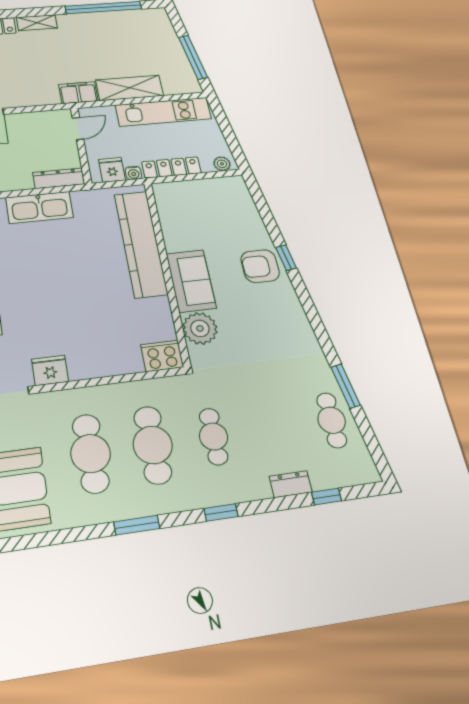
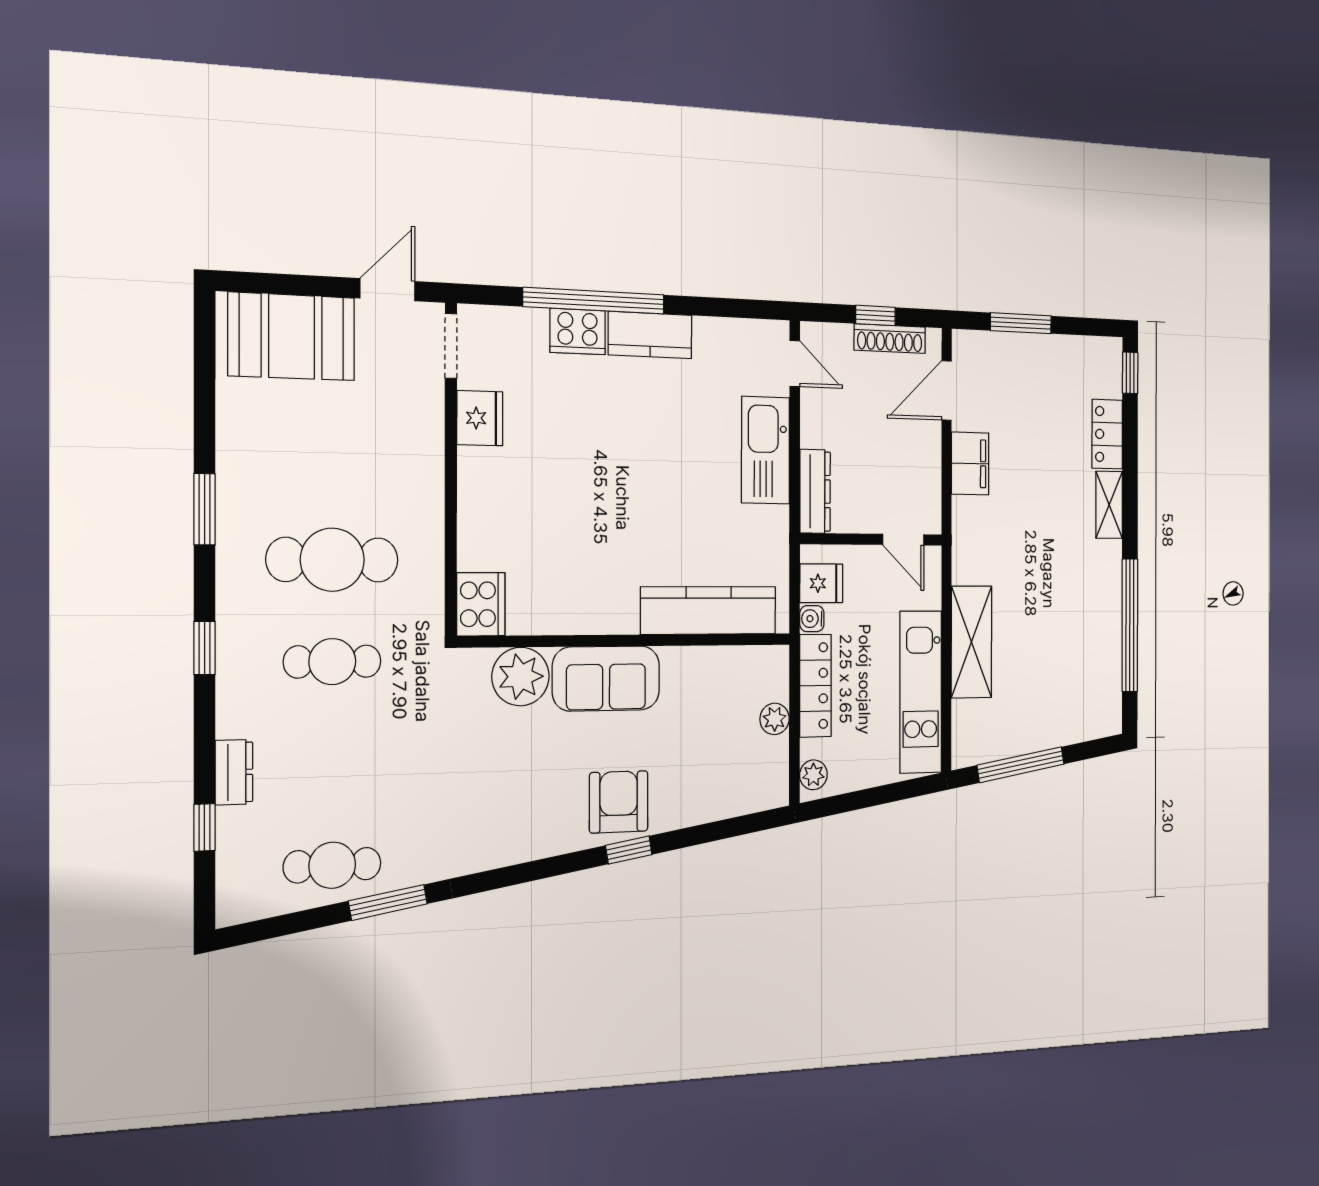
filing cabinet: (78, 93) -> (970, 463), moved
plant: (195, 187) -> (775, 719), added
kitchen counter: (141, 244) -> (709, 610), width x0.72, depth x0.86
cafe table: (91, 453) -> (332, 458), removed

